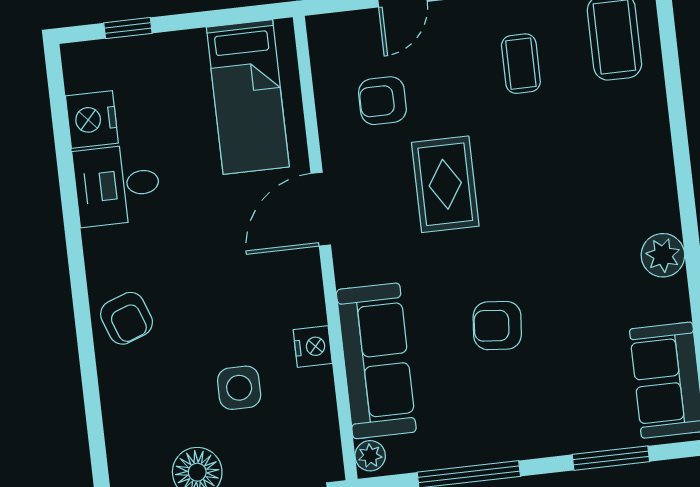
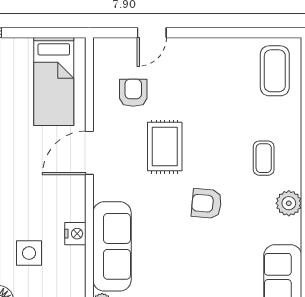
coffee table: (521, 64) -> (264, 158), moved
armchair: (382, 101) -> (133, 93), turned 90
armchair: (497, 326) -> (207, 204), moved

